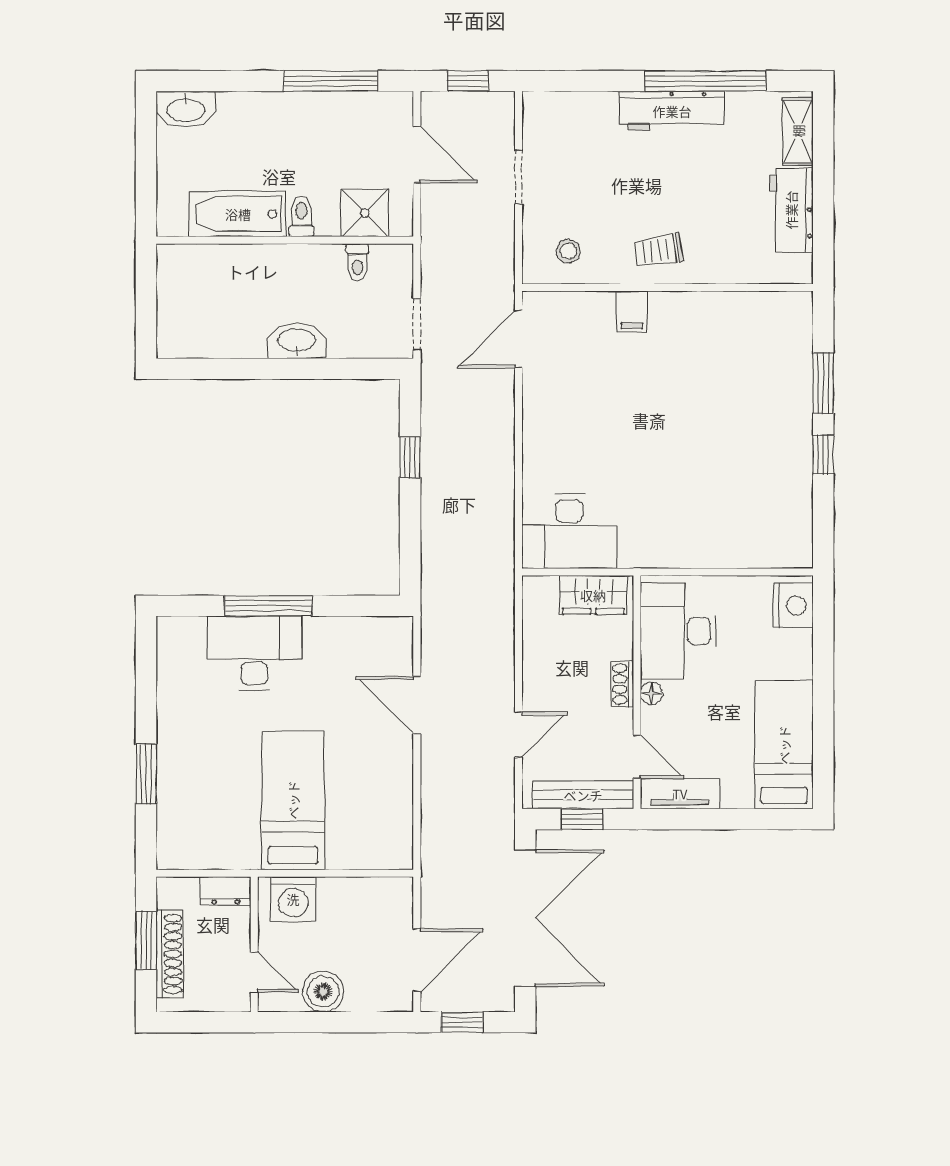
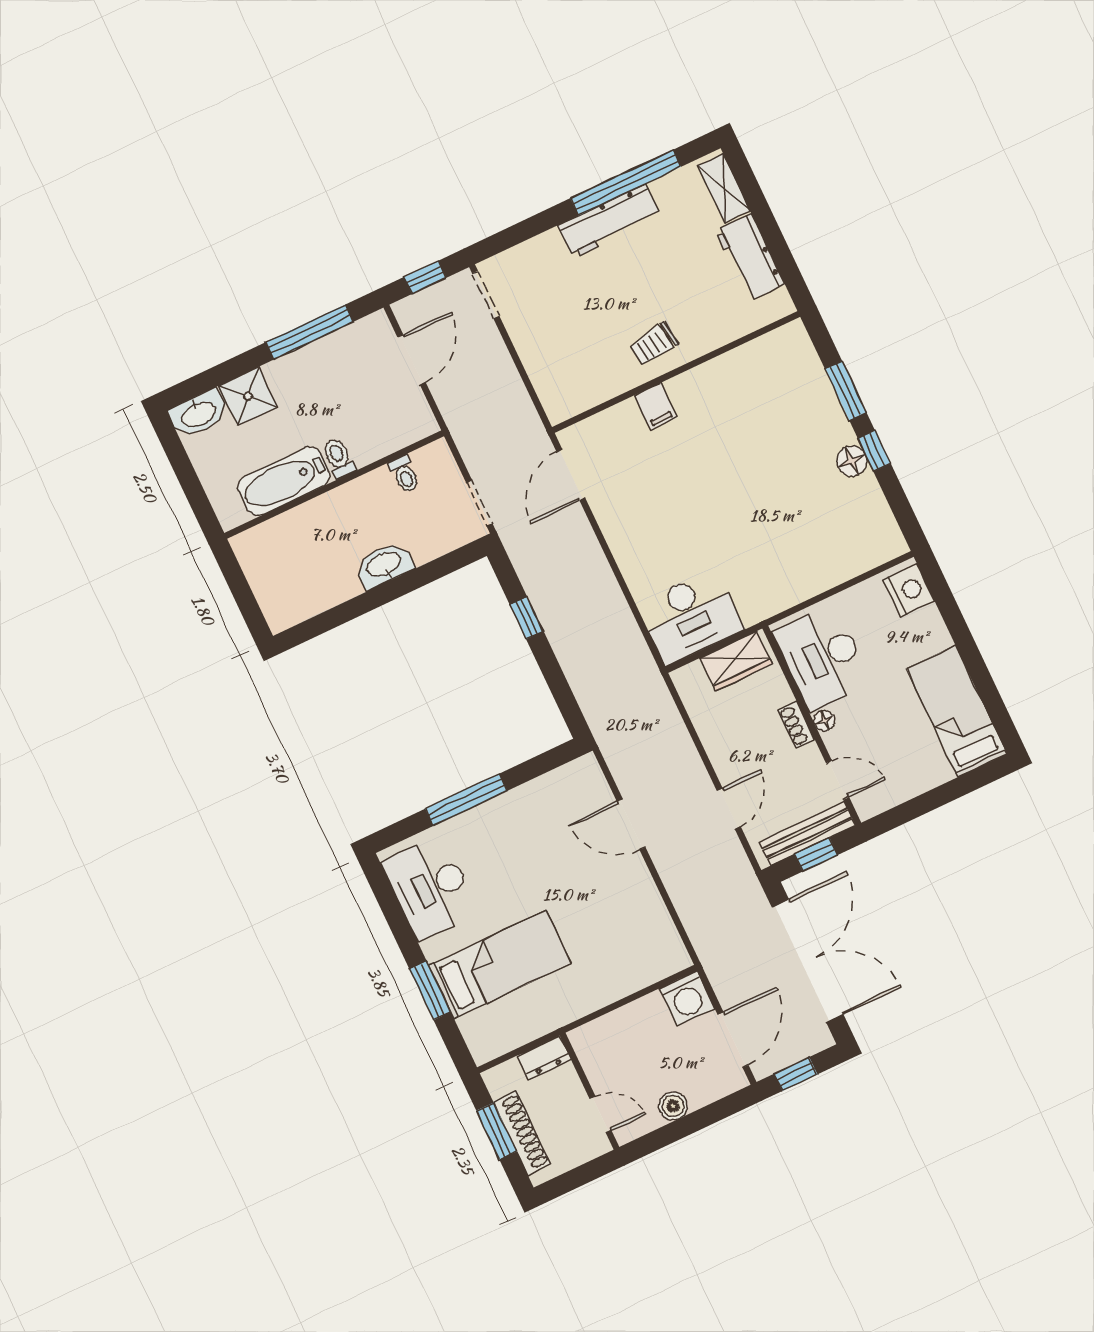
door: (417, 155) -> (412, 360), hinge flipped
doorway: (518, 177) -> (486, 295), moved
shower: (365, 213) -> (248, 396), moved
stool: (568, 251) -> (578, 381), removed
floor lamp: (797, 454) -> (852, 461), added
desk: (254, 653) -> (430, 887), moved, turned -90
tv unit: (680, 794) -> (889, 794), removed
bed: (293, 800) -> (500, 965), moved, turned 90
washing machine: (293, 899) -> (687, 998), moved
boiler: (323, 992) -> (673, 1106), width x0.73, depth x0.73

